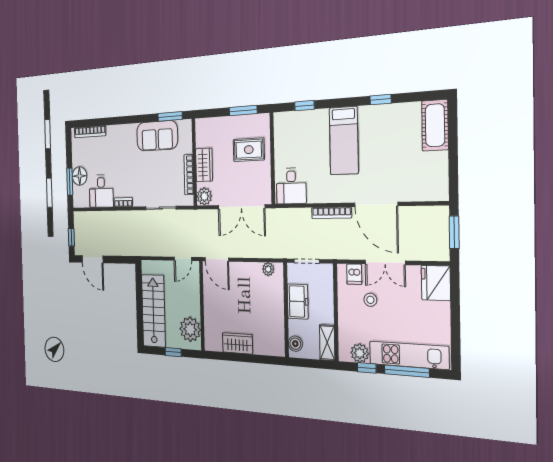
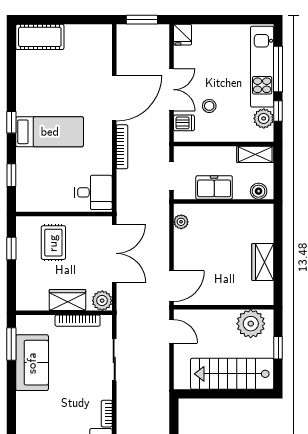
window: (381, 100) -> (11, 122), moved
window: (243, 111) -> (11, 249), width x0.67
fridge: (436, 283) -> (183, 35), width x0.53, depth x0.75

